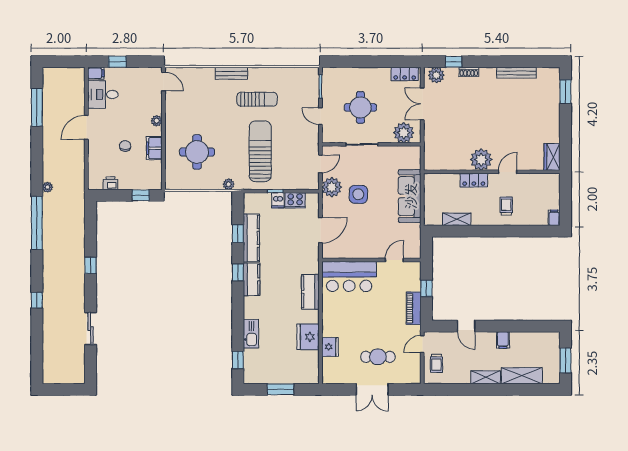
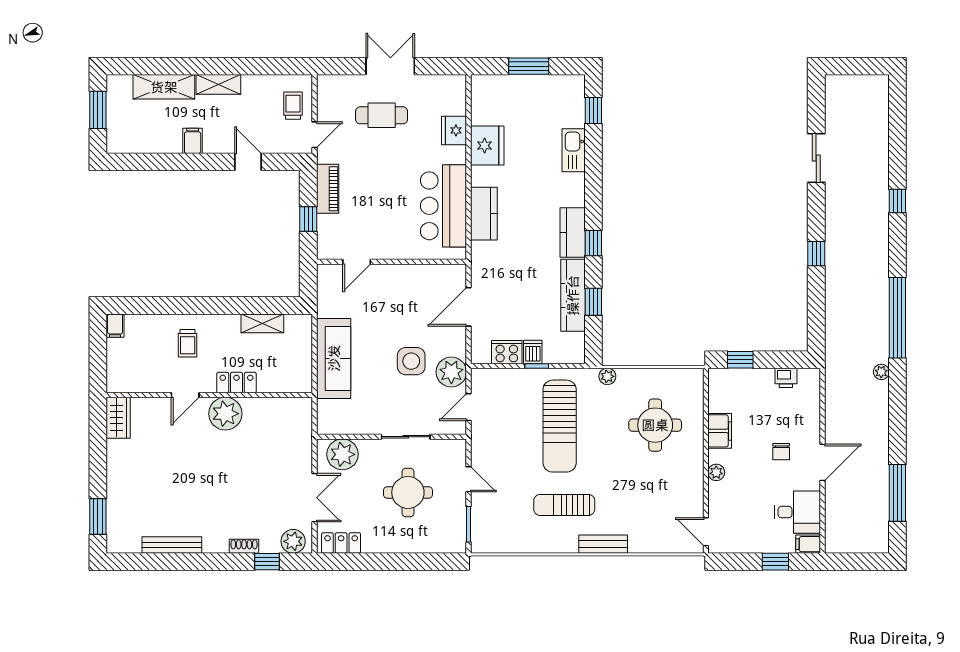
chair: (125, 146) -> (781, 452), moved
bar counter: (349, 277) -> (443, 206), moved, turned -90

